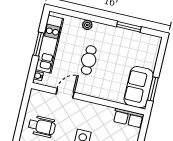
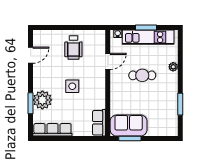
door: (65, 93) -> (108, 61), hinge flipped

